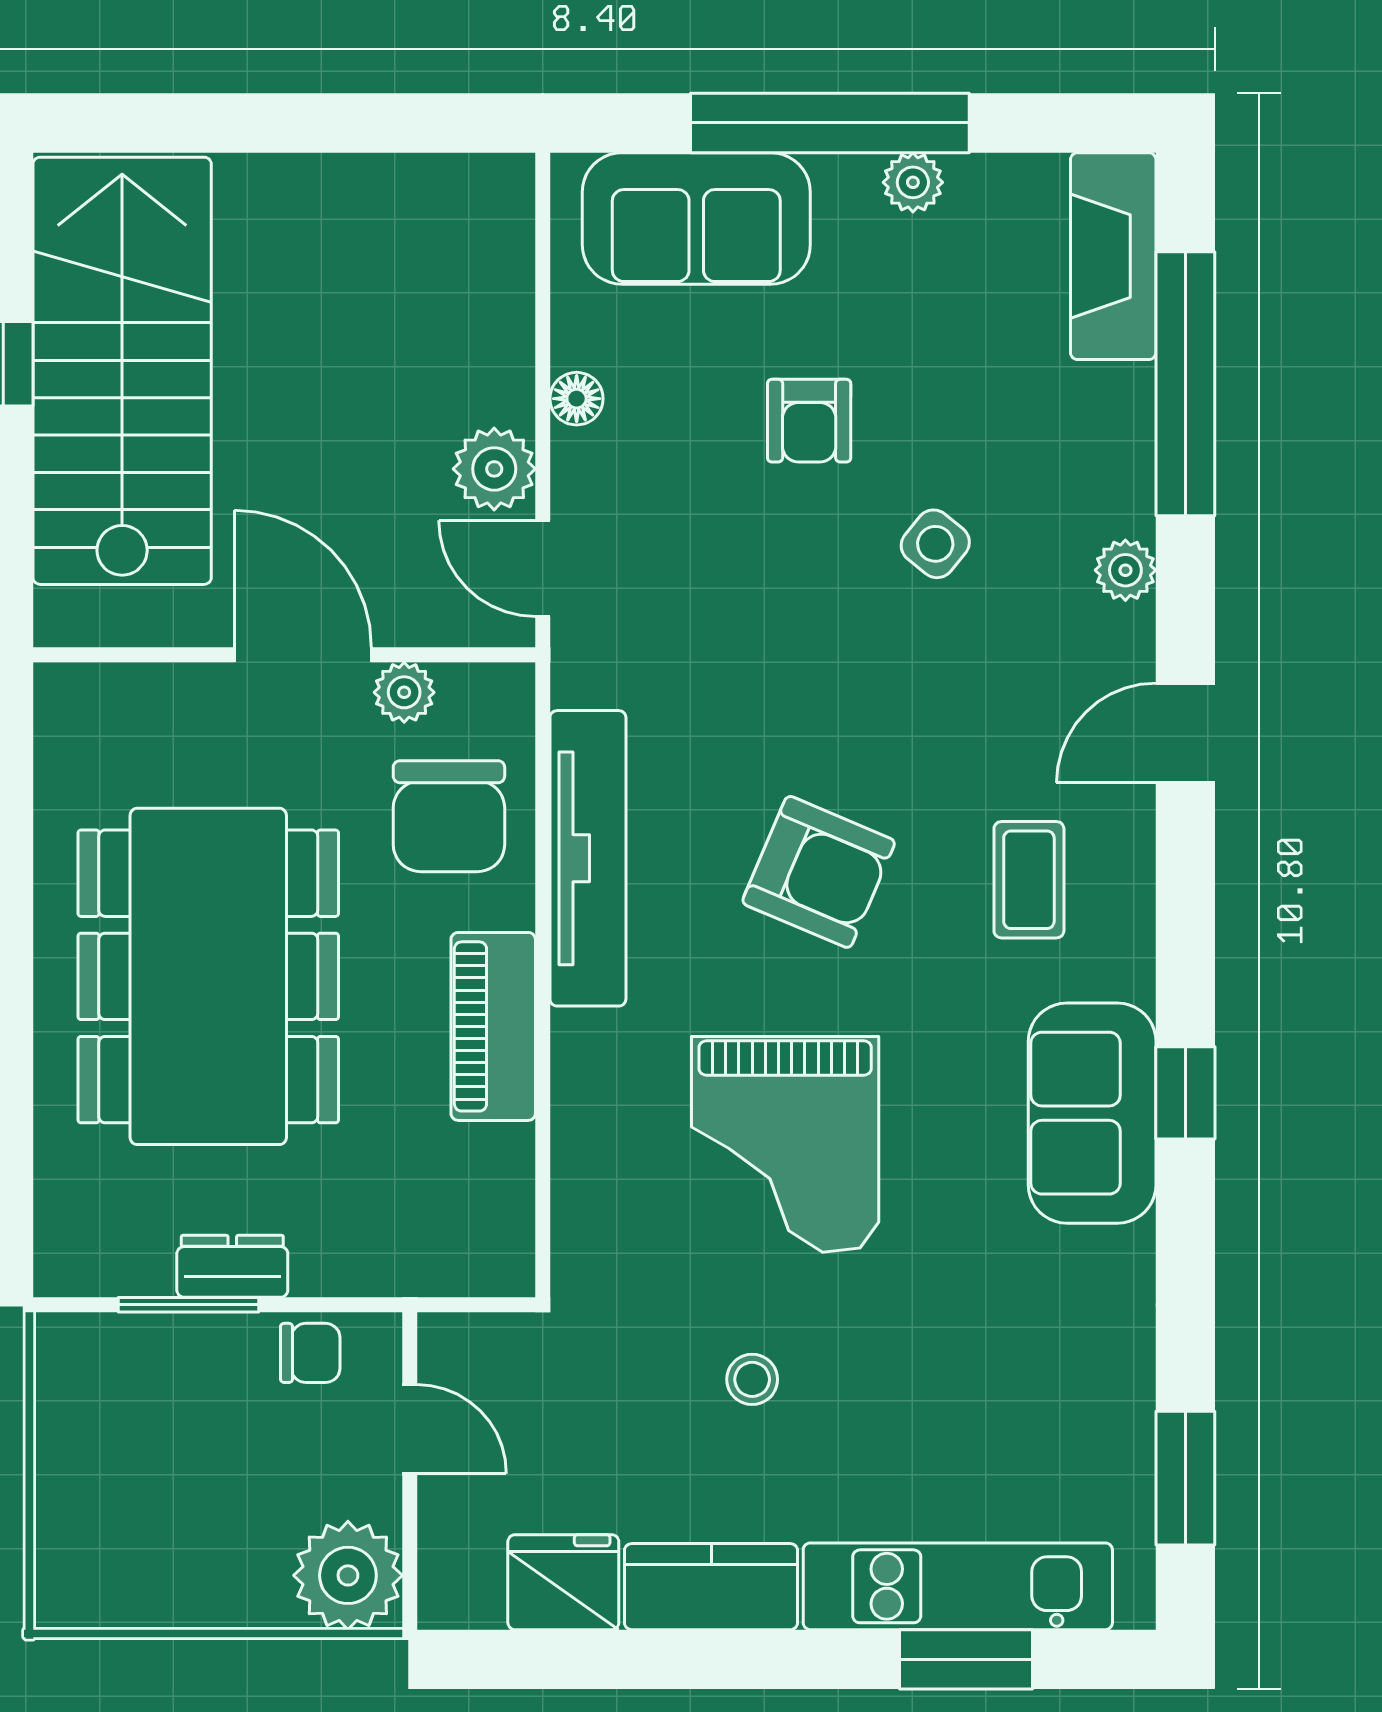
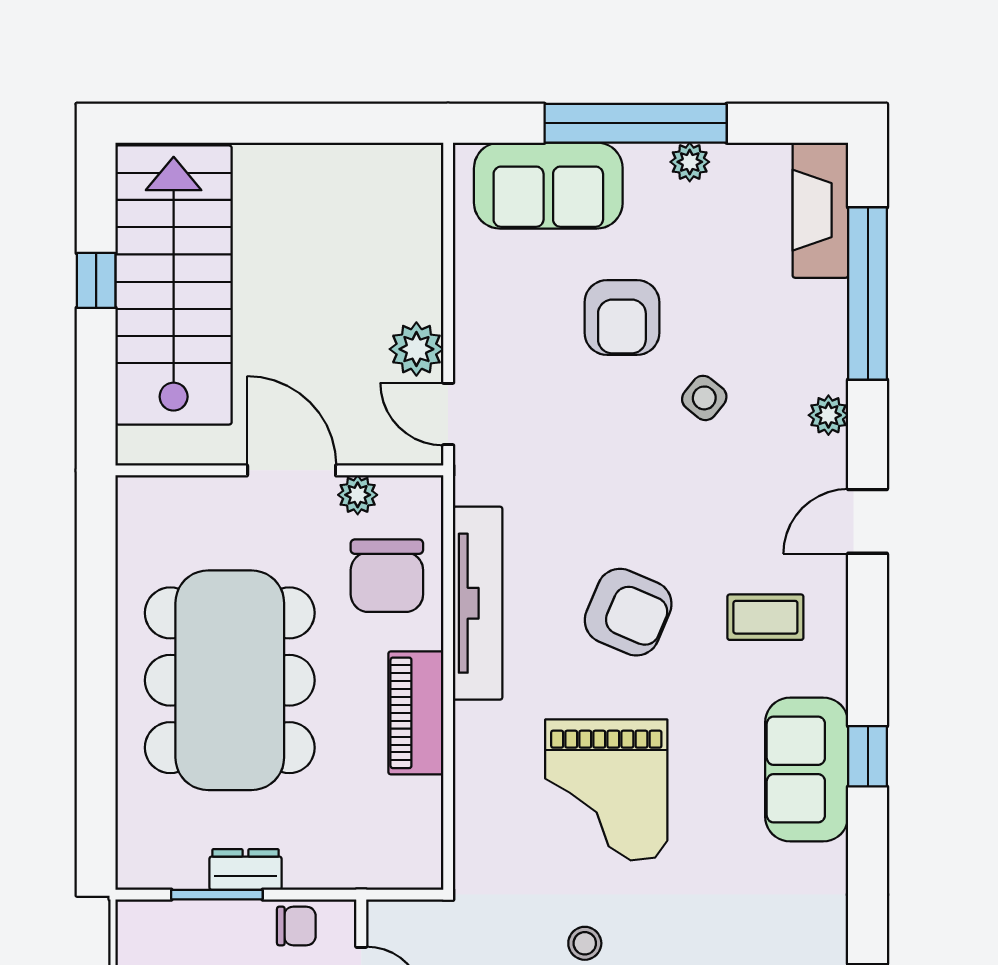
floor lamp: (577, 399) -> (470, 303), removed
armchair: (809, 421) -> (622, 318), width x1.38, depth x1.38
coffee table: (1029, 880) -> (765, 617), turned 90

